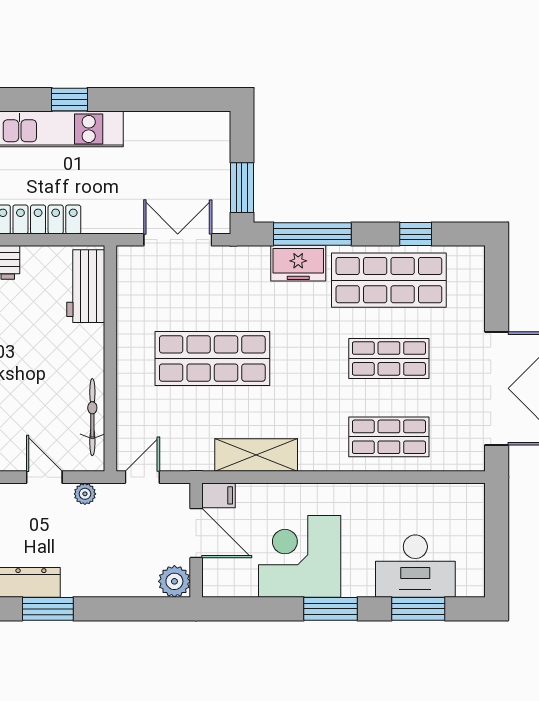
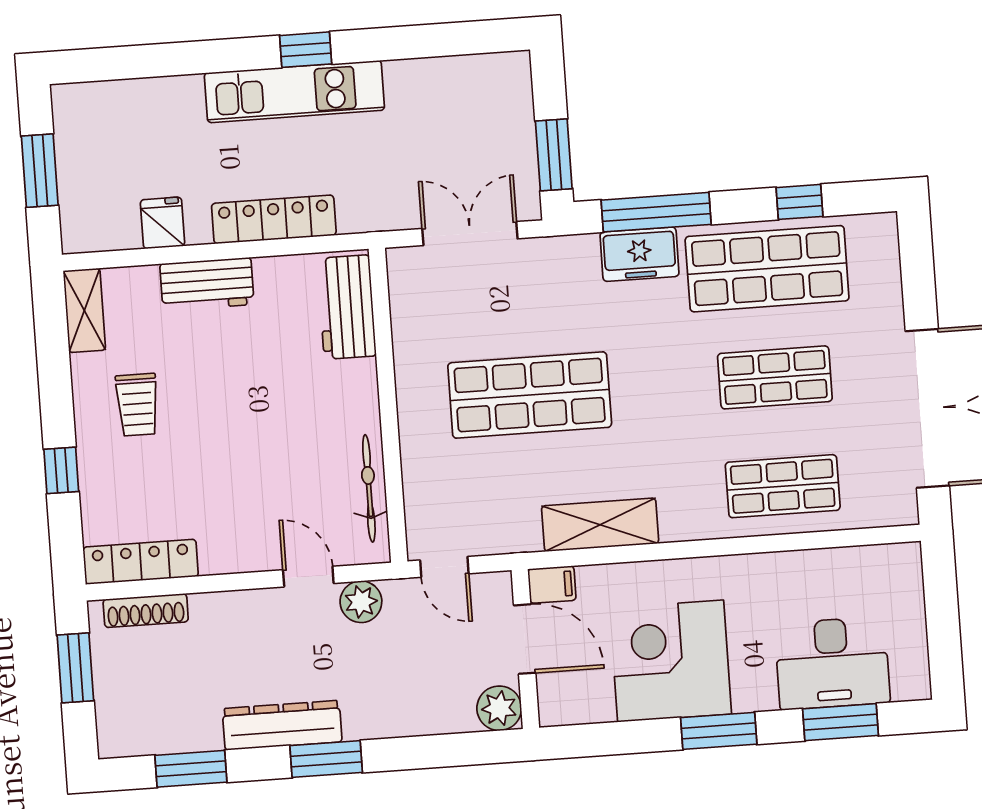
door: (142, 477) -> (444, 567), swing flipped
plant: (85, 494) -> (361, 602), width x1.38, depth x1.38

